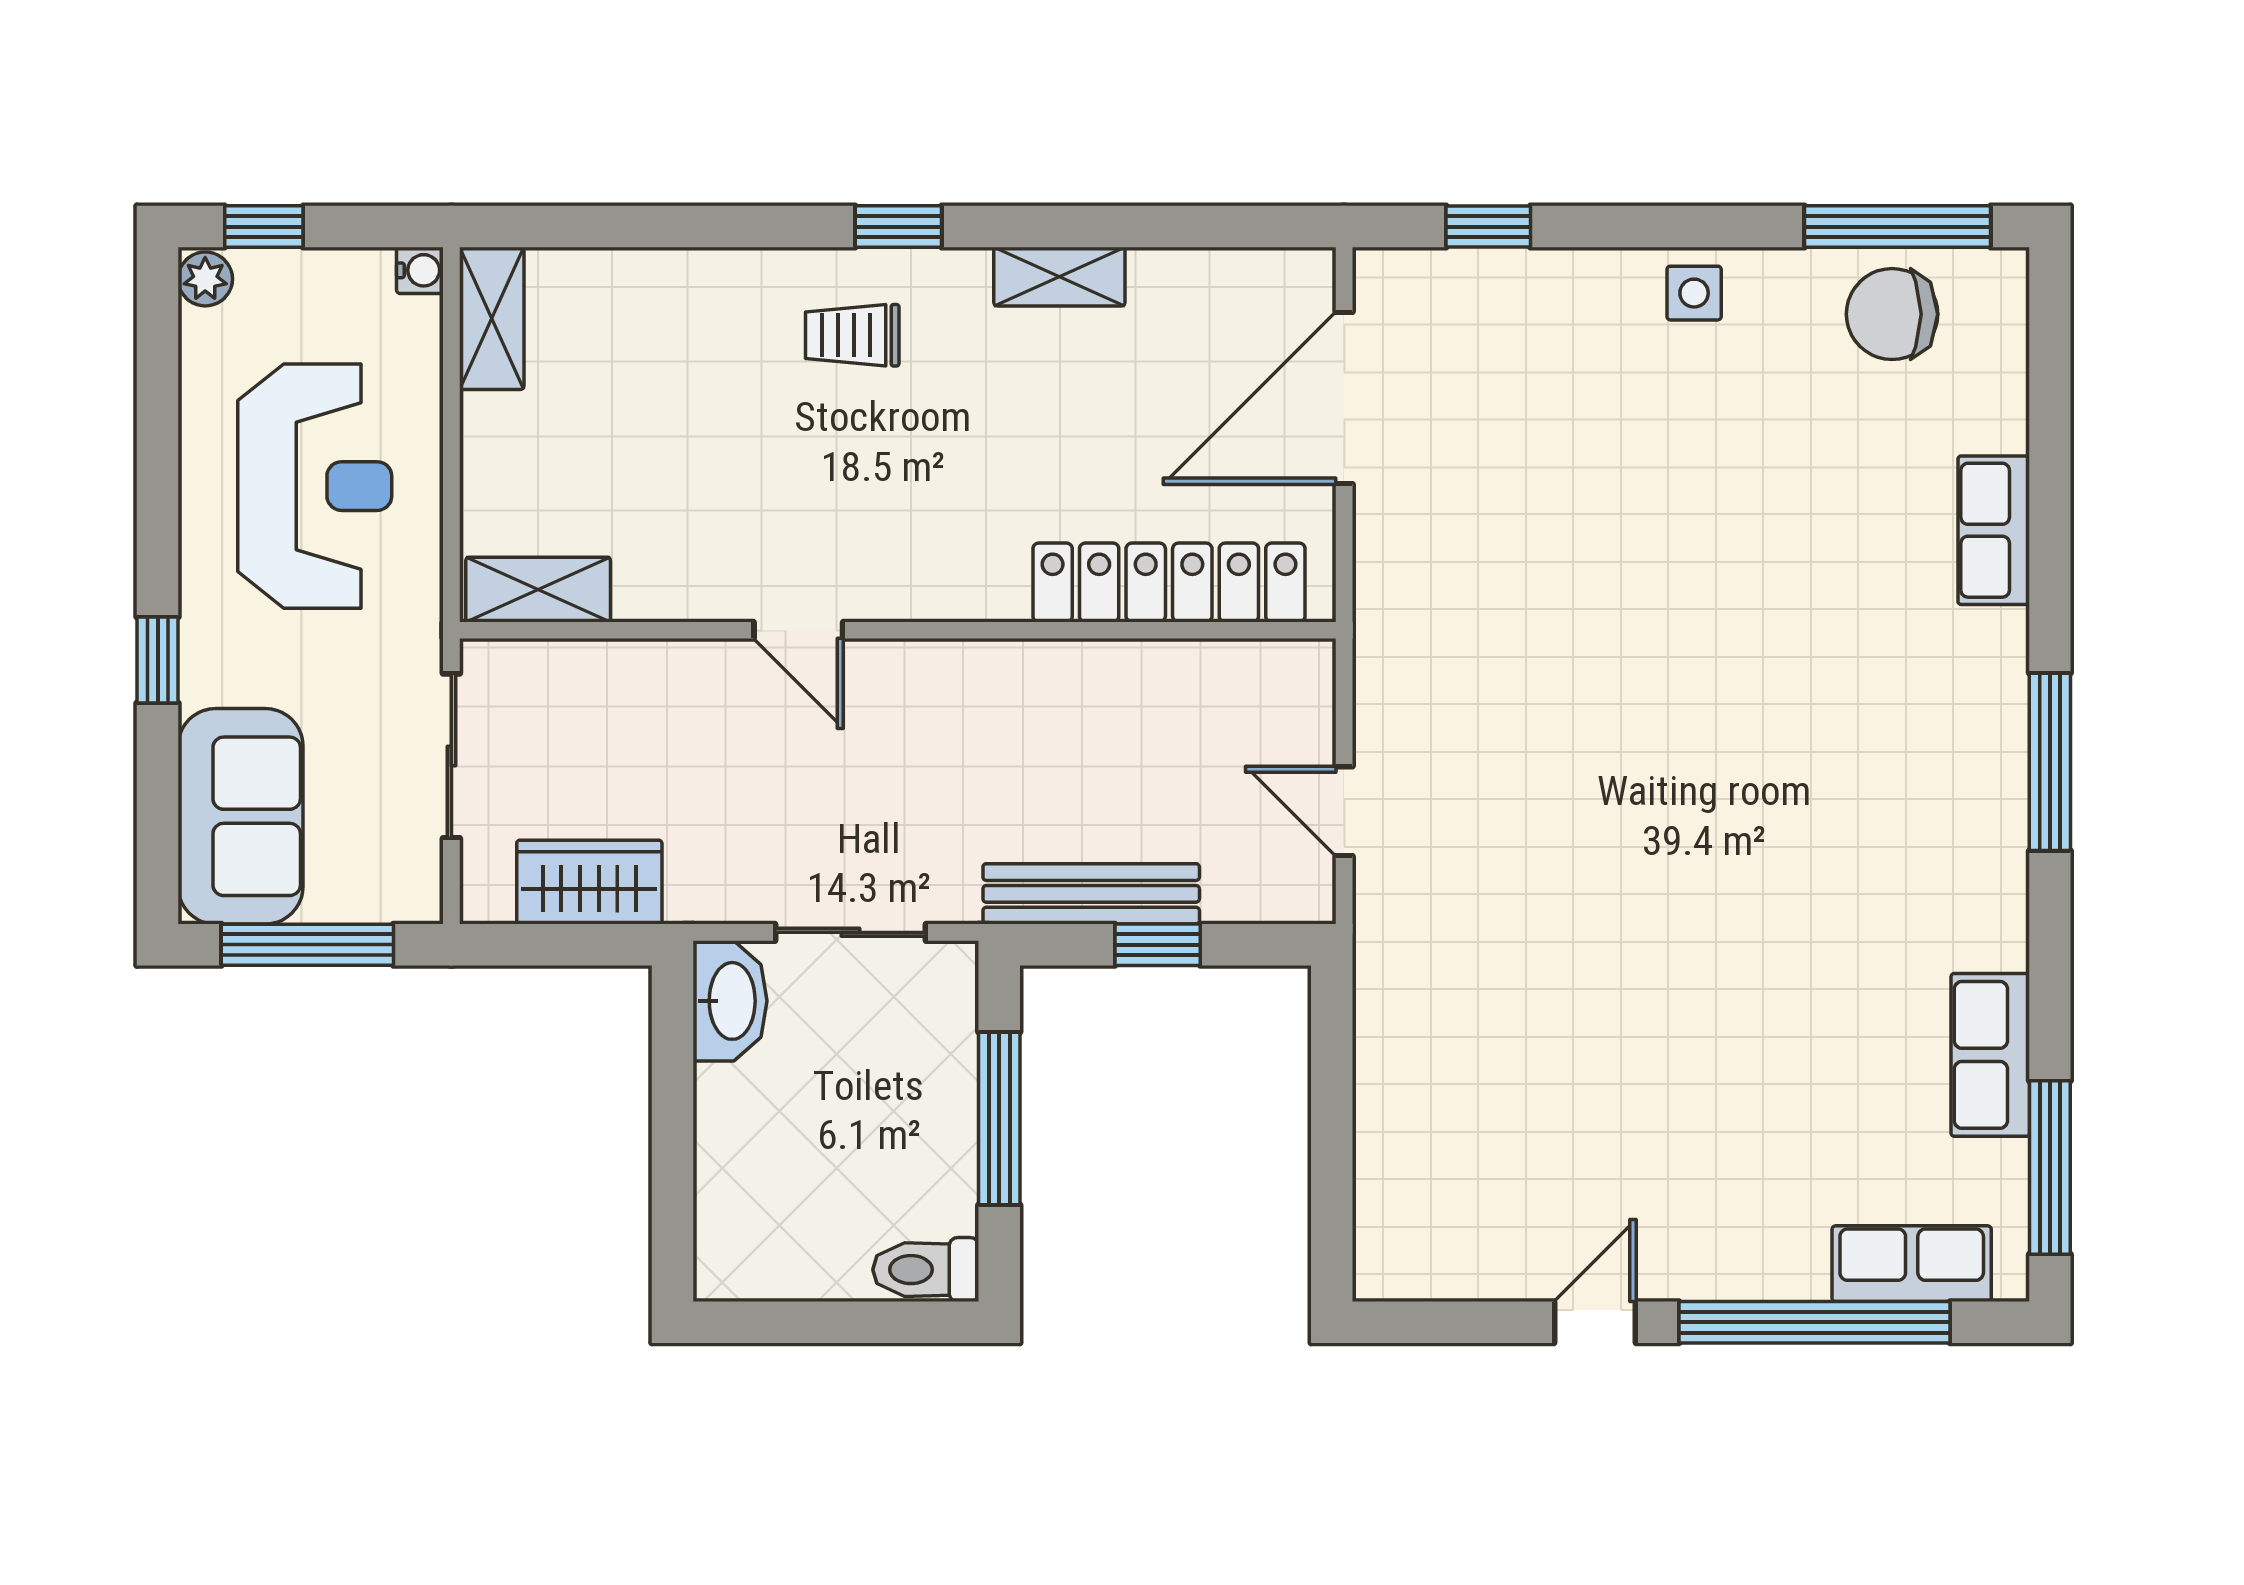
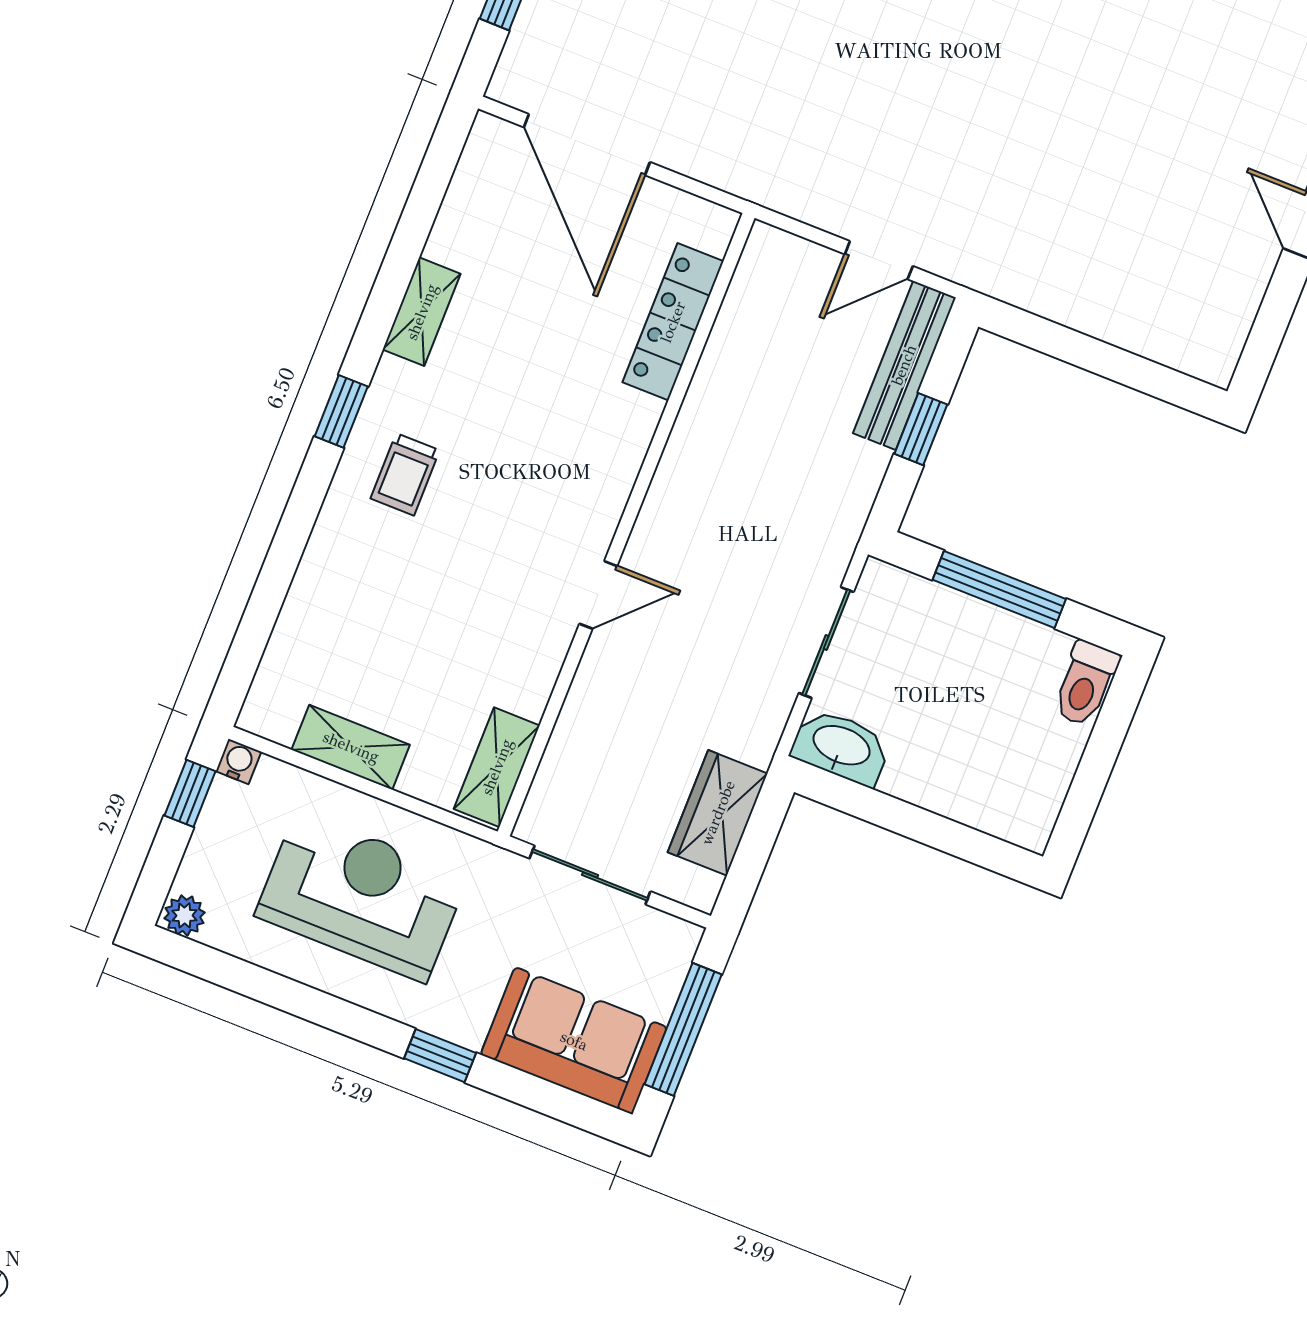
window: (264, 227) -> (190, 793), moved
shelving: (492, 318) -> (351, 747), moved
locker: (1169, 582) -> (673, 322), width x0.71, depth x0.83
bench: (1091, 894) -> (904, 365), moved

